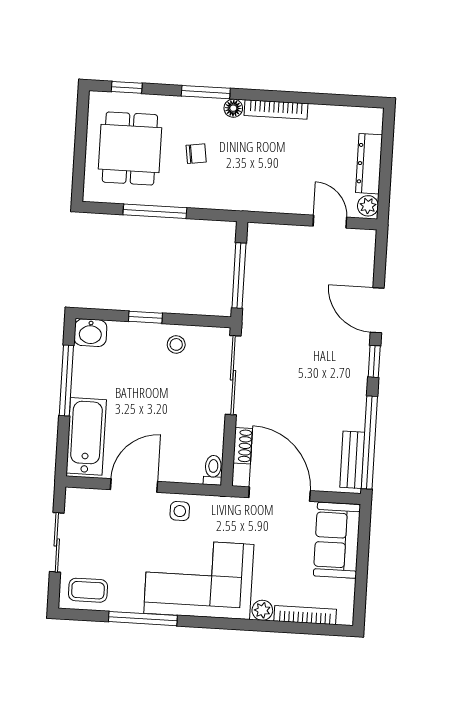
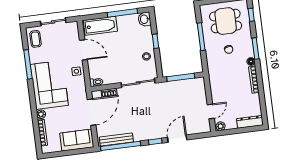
dresser: (369, 164) -> (250, 122), moved
bench: (352, 460) -> (116, 140), width x1.36

